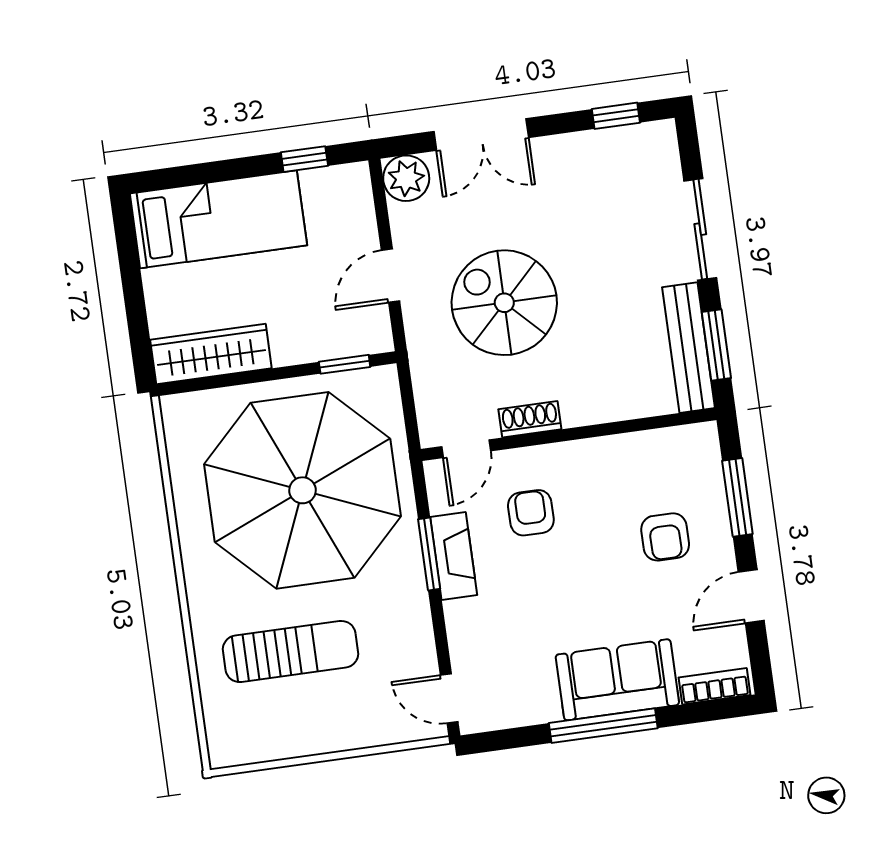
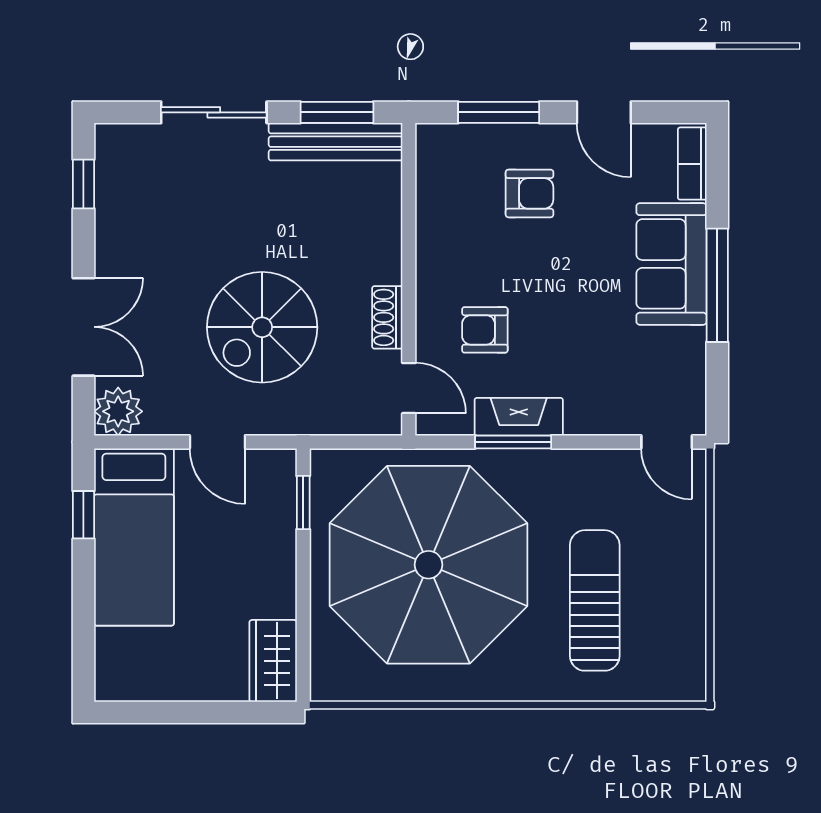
bed: (218, 219) -> (134, 537), moved, turned 180
wardrobe: (211, 354) -> (273, 661), width x0.67
door: (449, 698) -> (667, 442), hinge flipped

